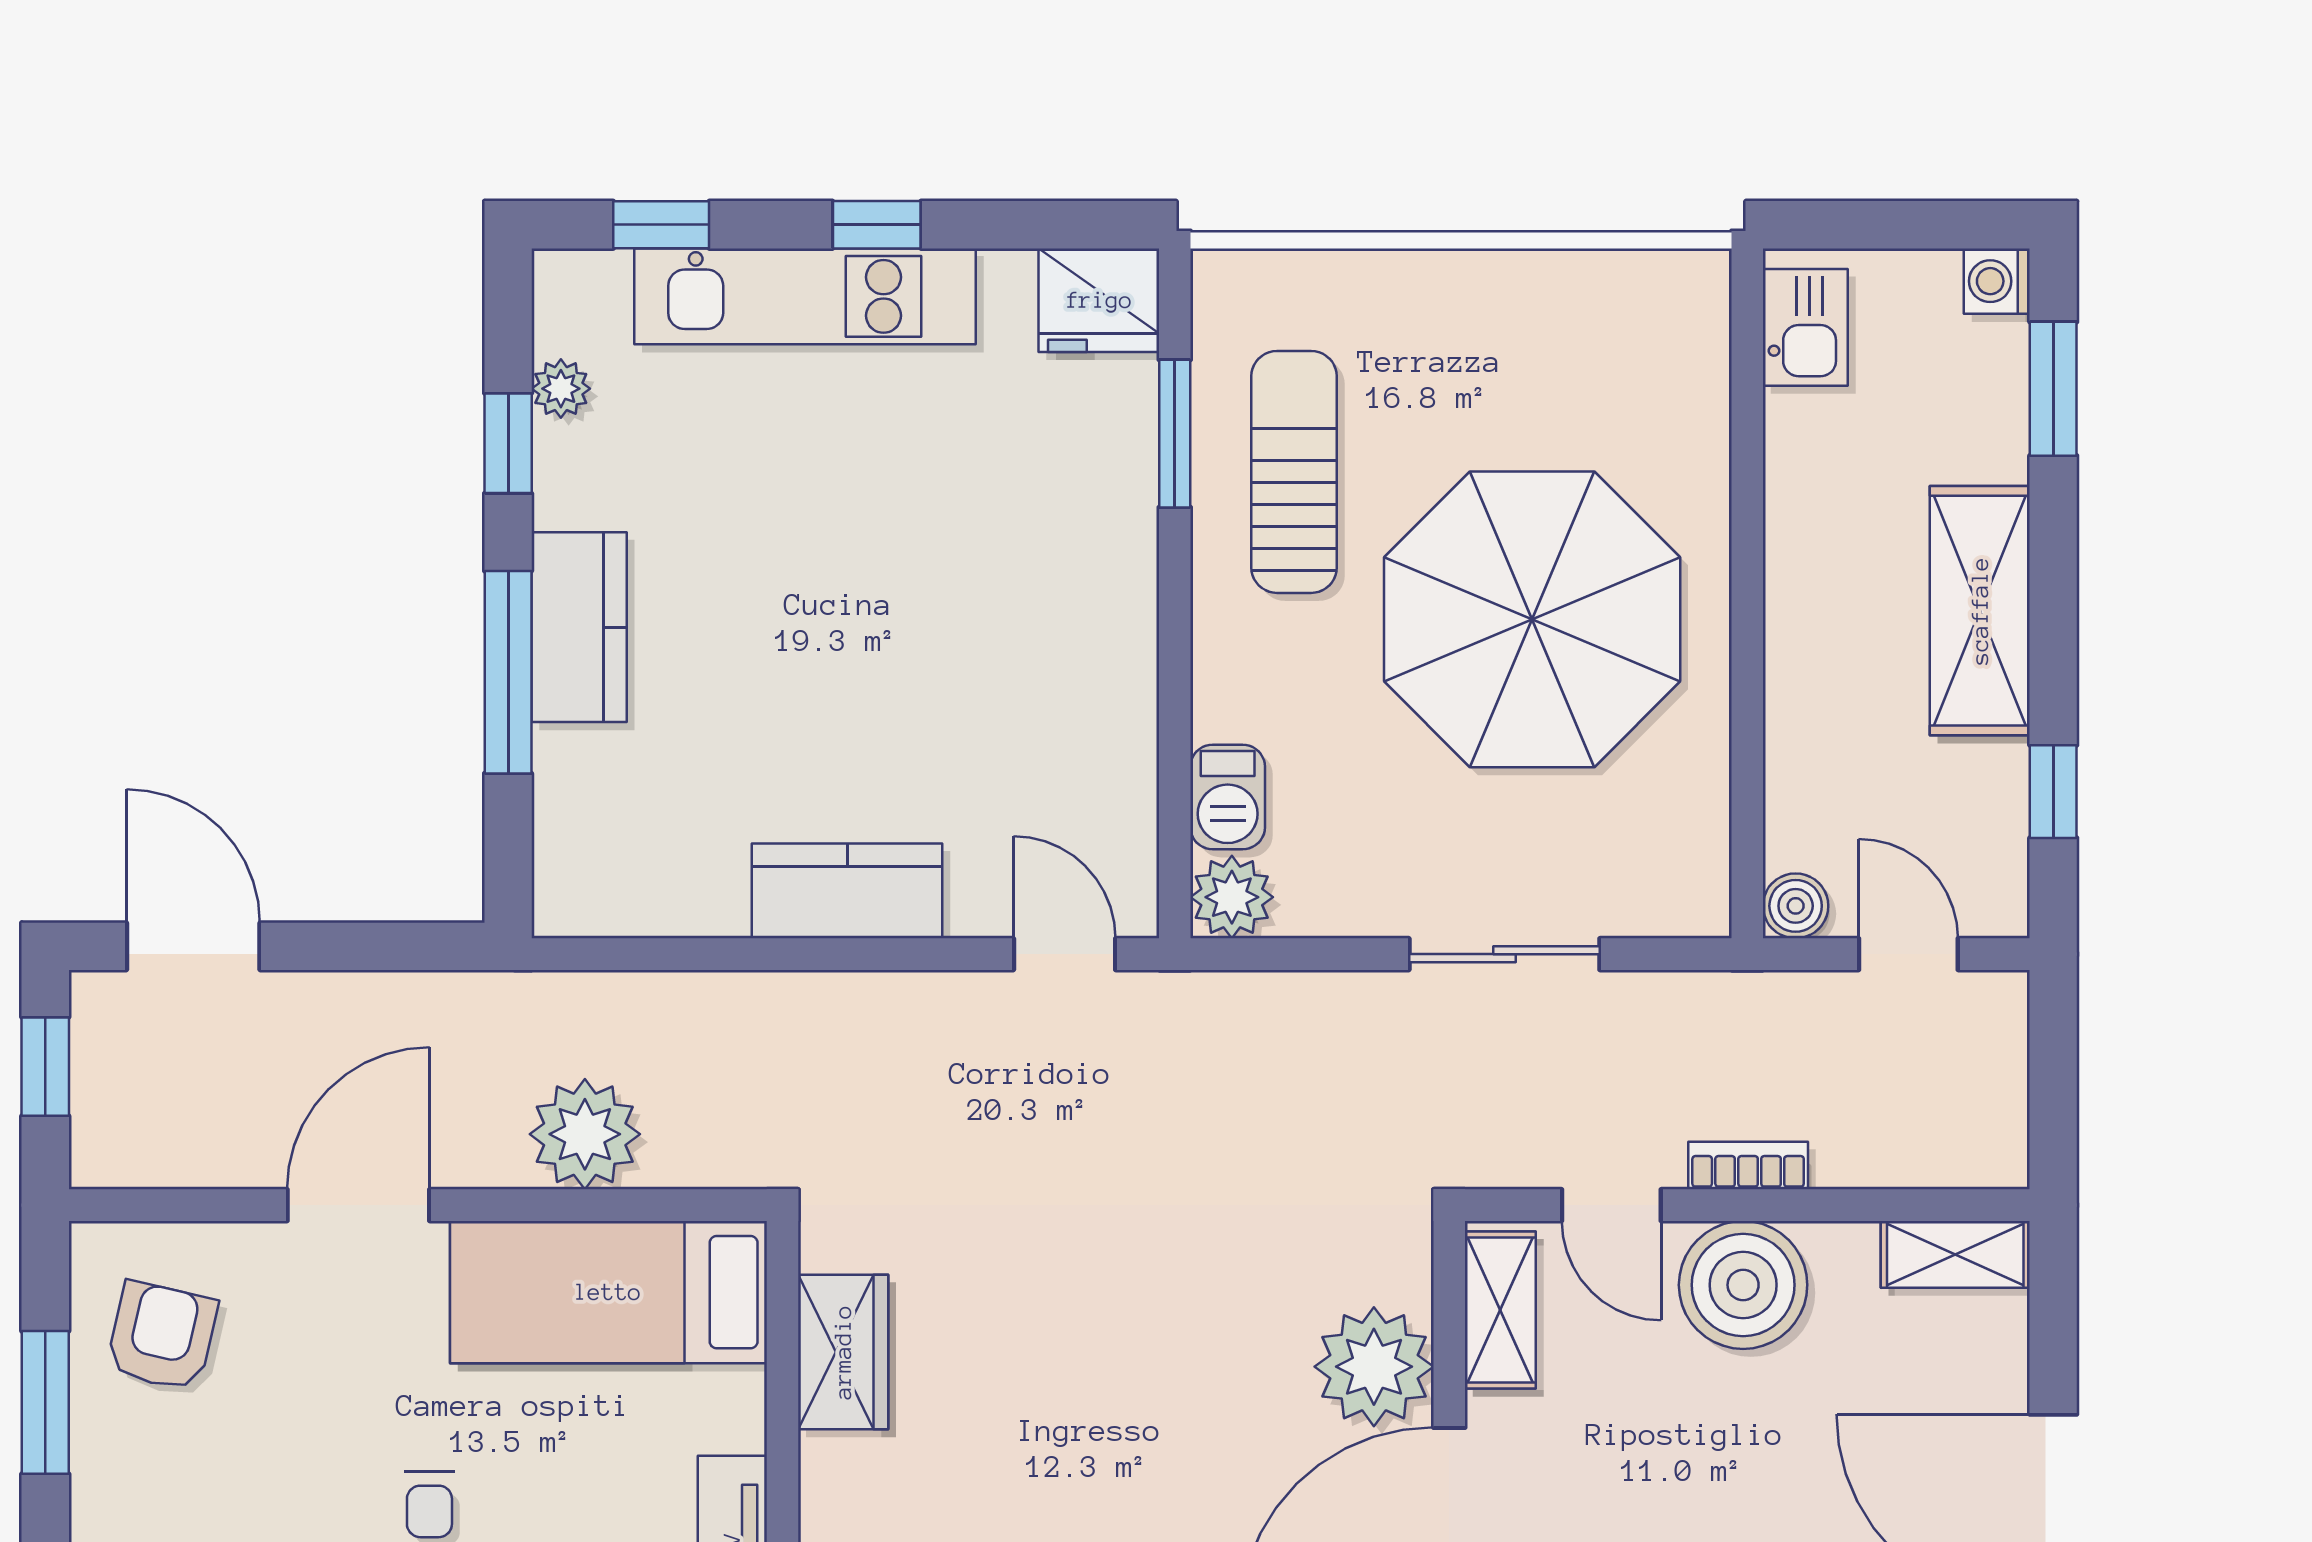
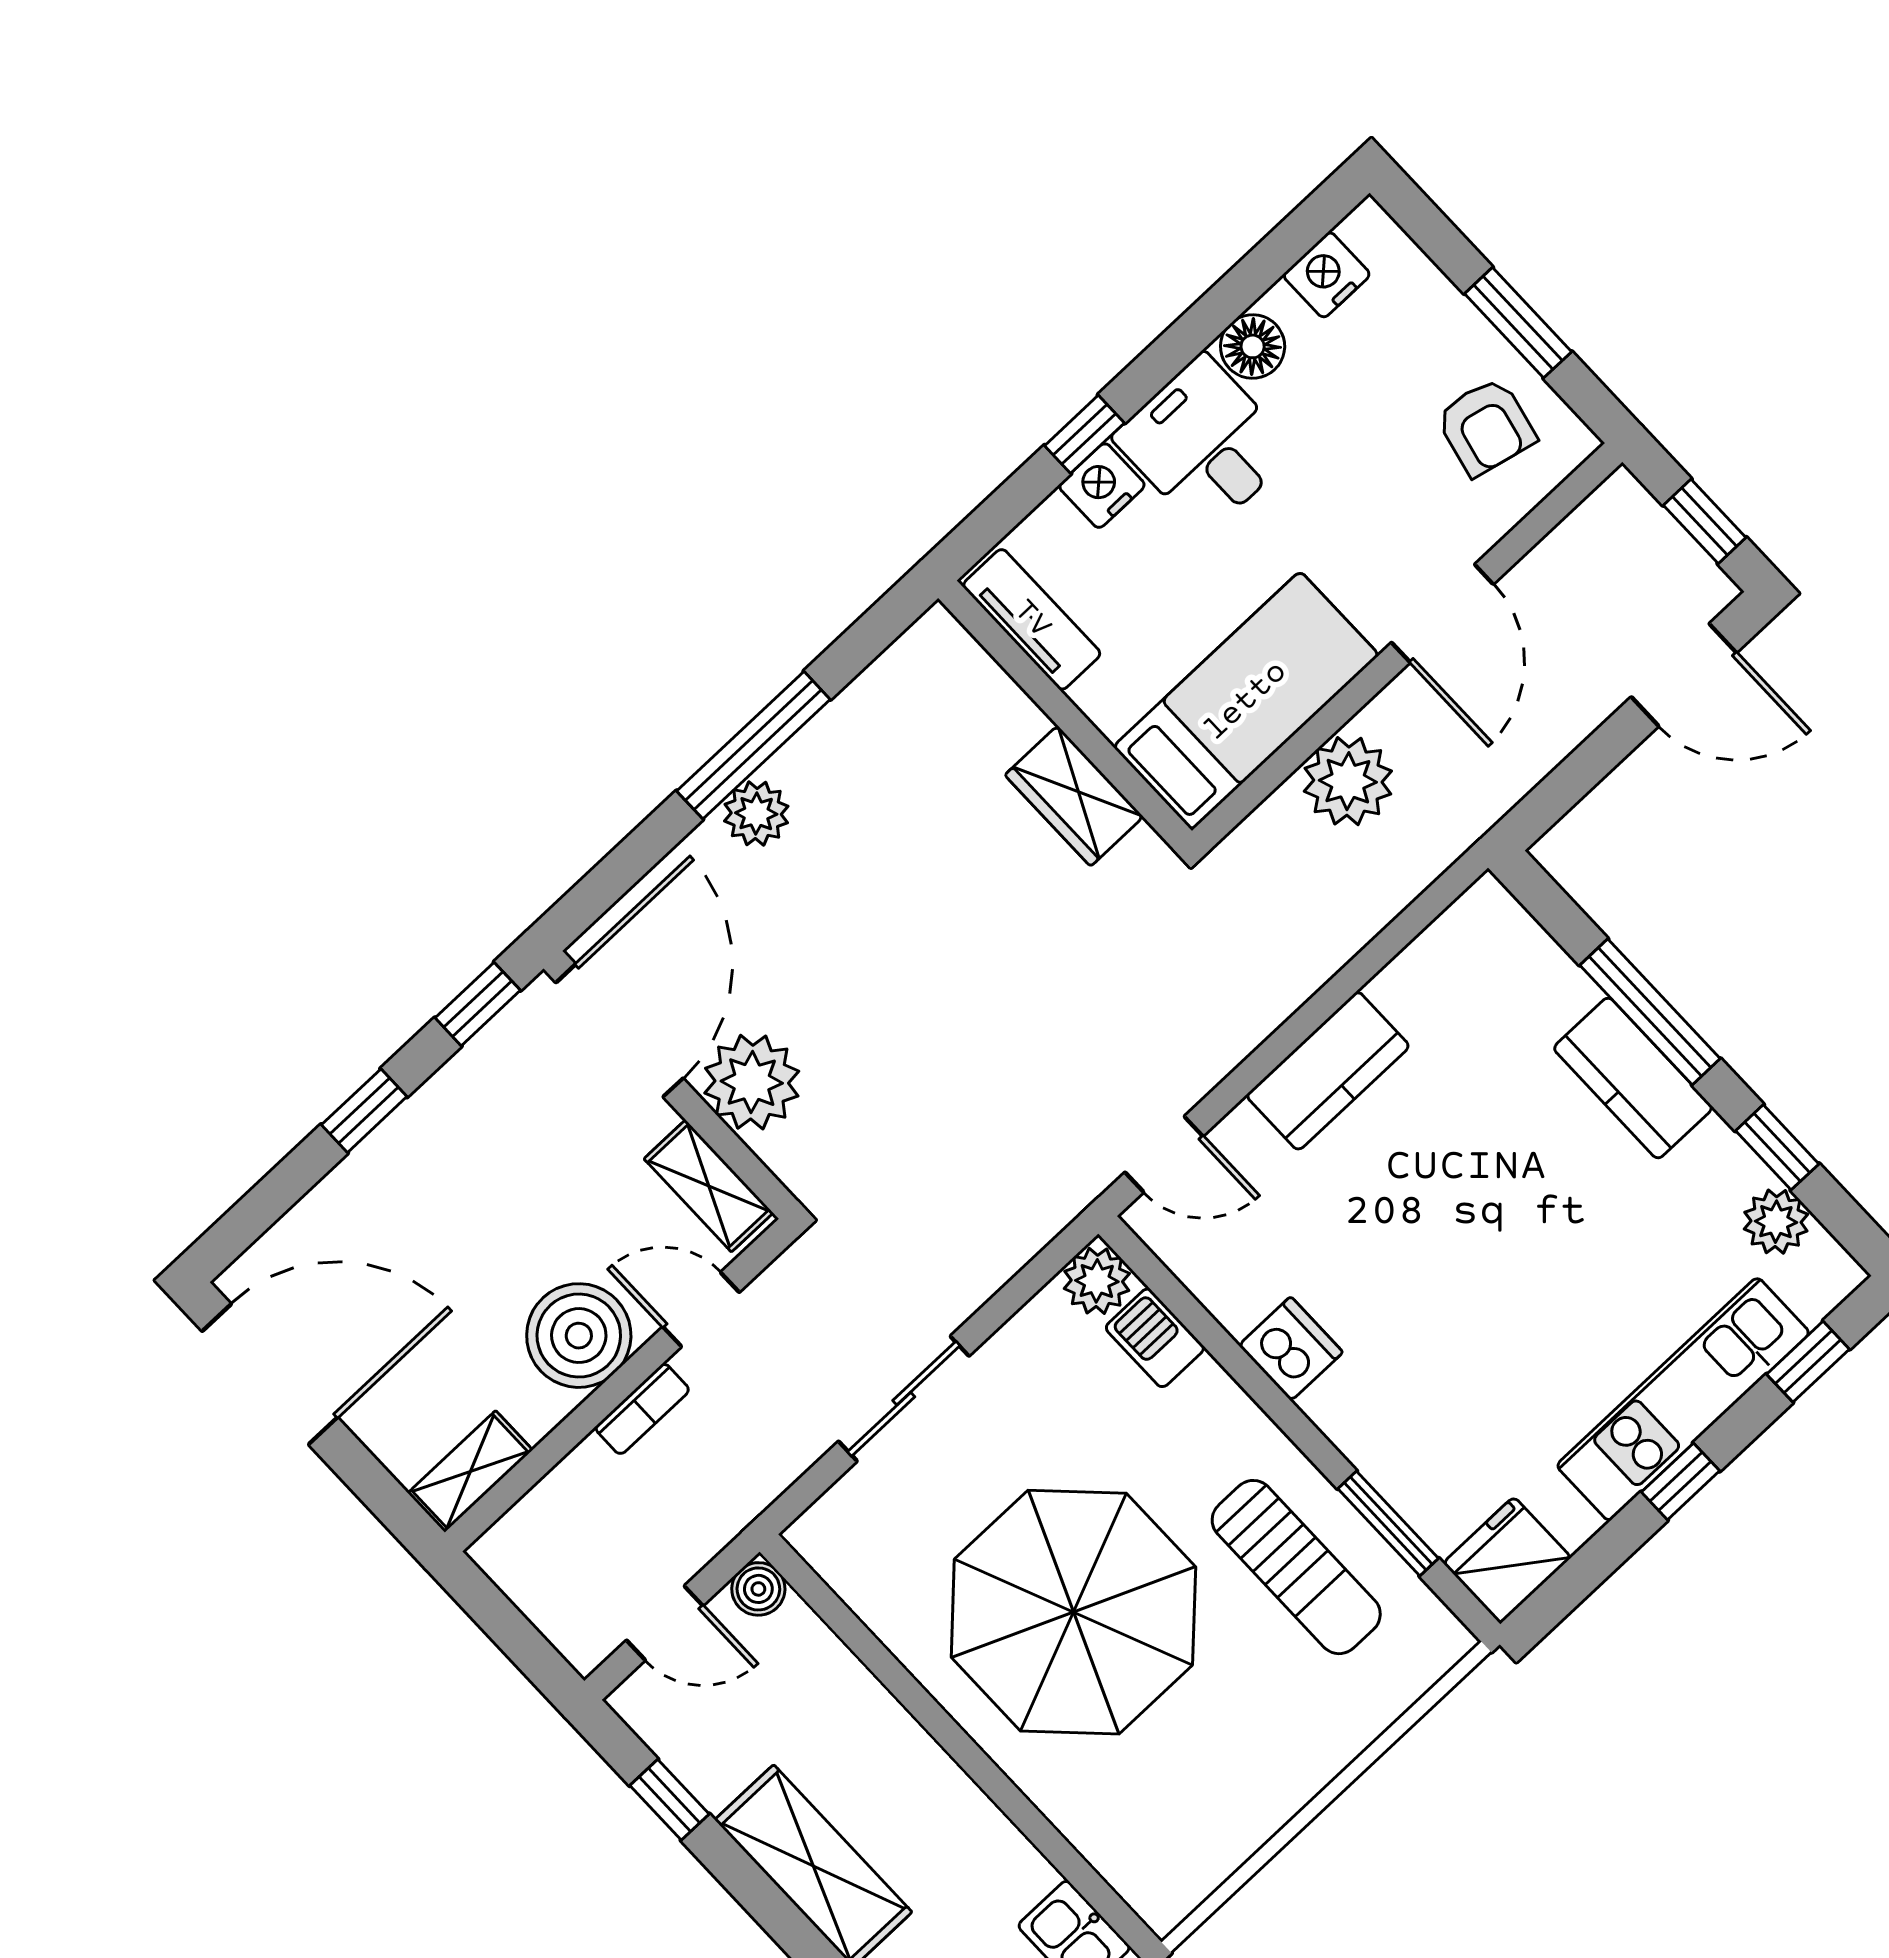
plant: (561, 389) -> (1776, 1222), width x1.38, depth x1.38
dishwasher: (1115, 673) -> (1291, 1349), added

